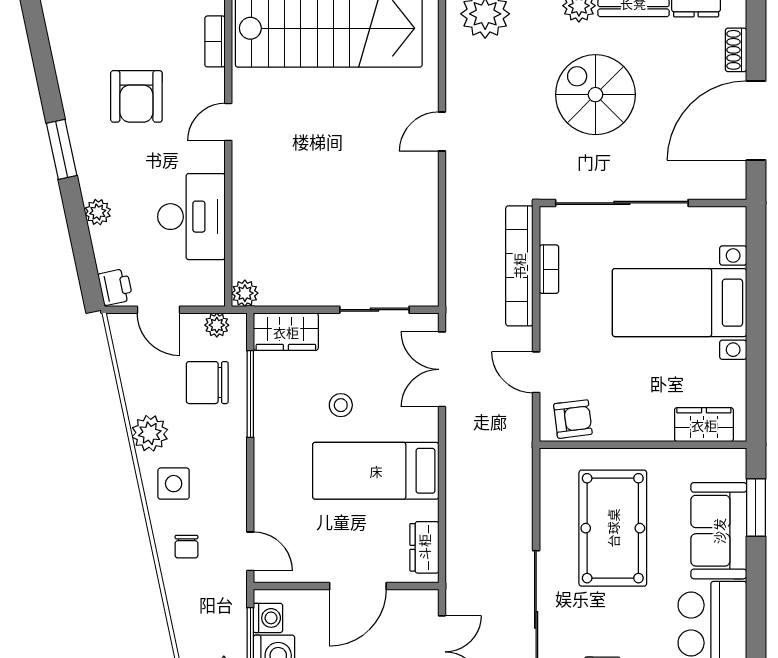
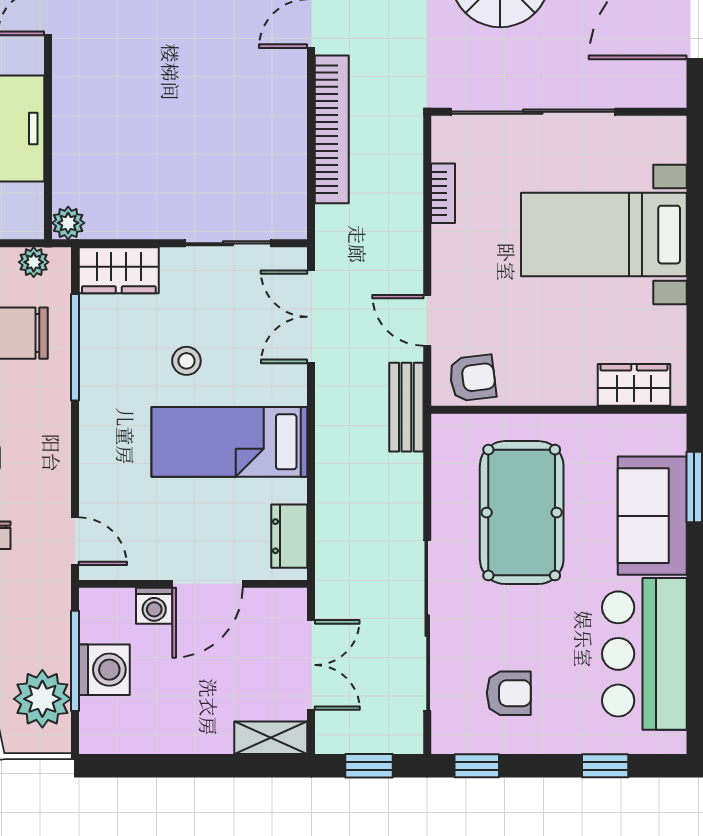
bookcase: (519, 266) -> (332, 129), moved, turned 180
bench: (519, 443) -> (406, 407), added
washing machine: (268, 618) -> (154, 606), moved, turned 90

